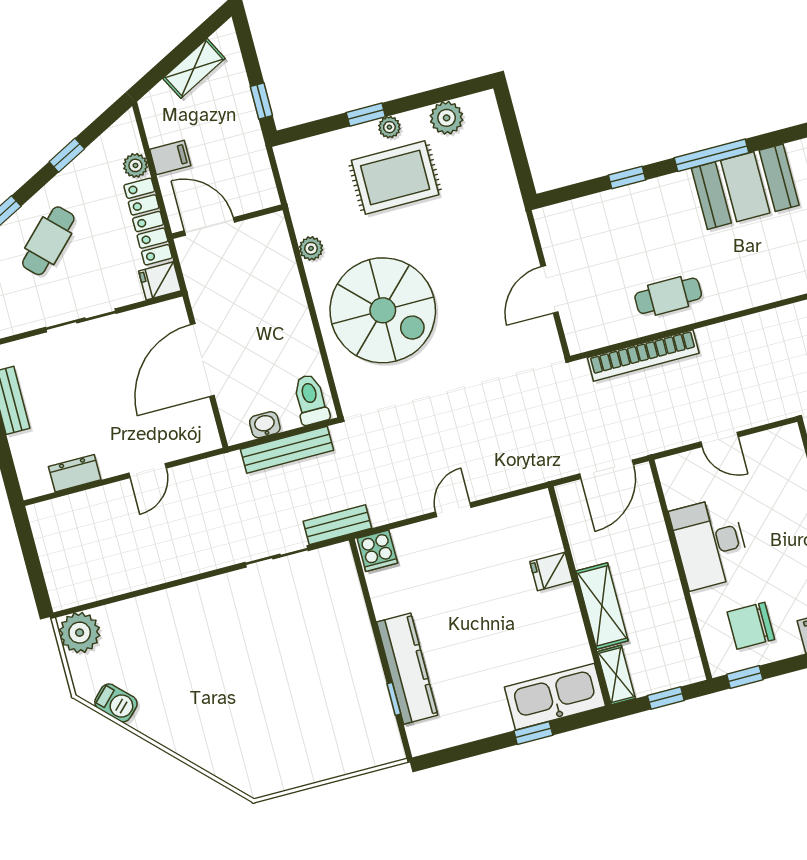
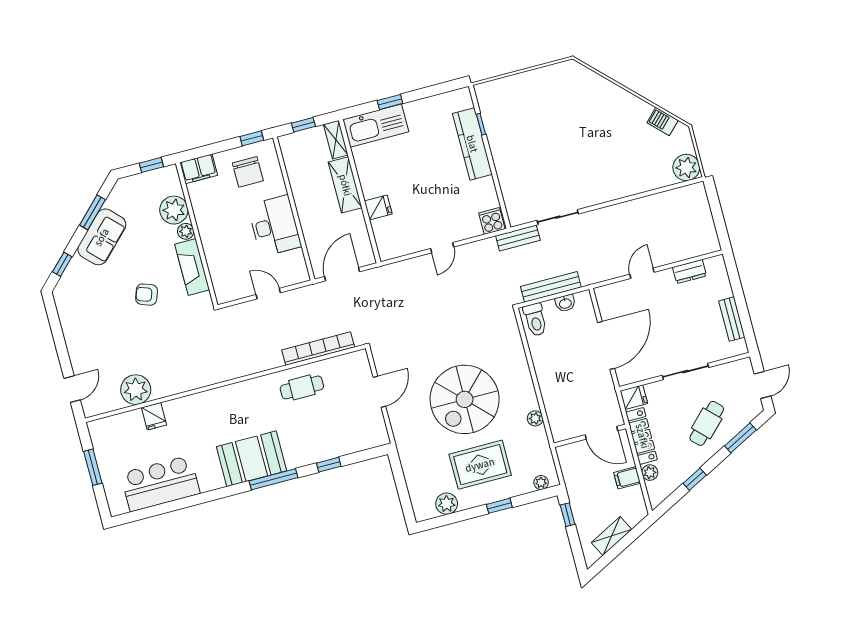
plant: (389, 127) -> (541, 483), moved
spiral stairs: (383, 310) -> (465, 399), moved, turned -90
chair: (751, 626) -> (248, 172), turned 90

